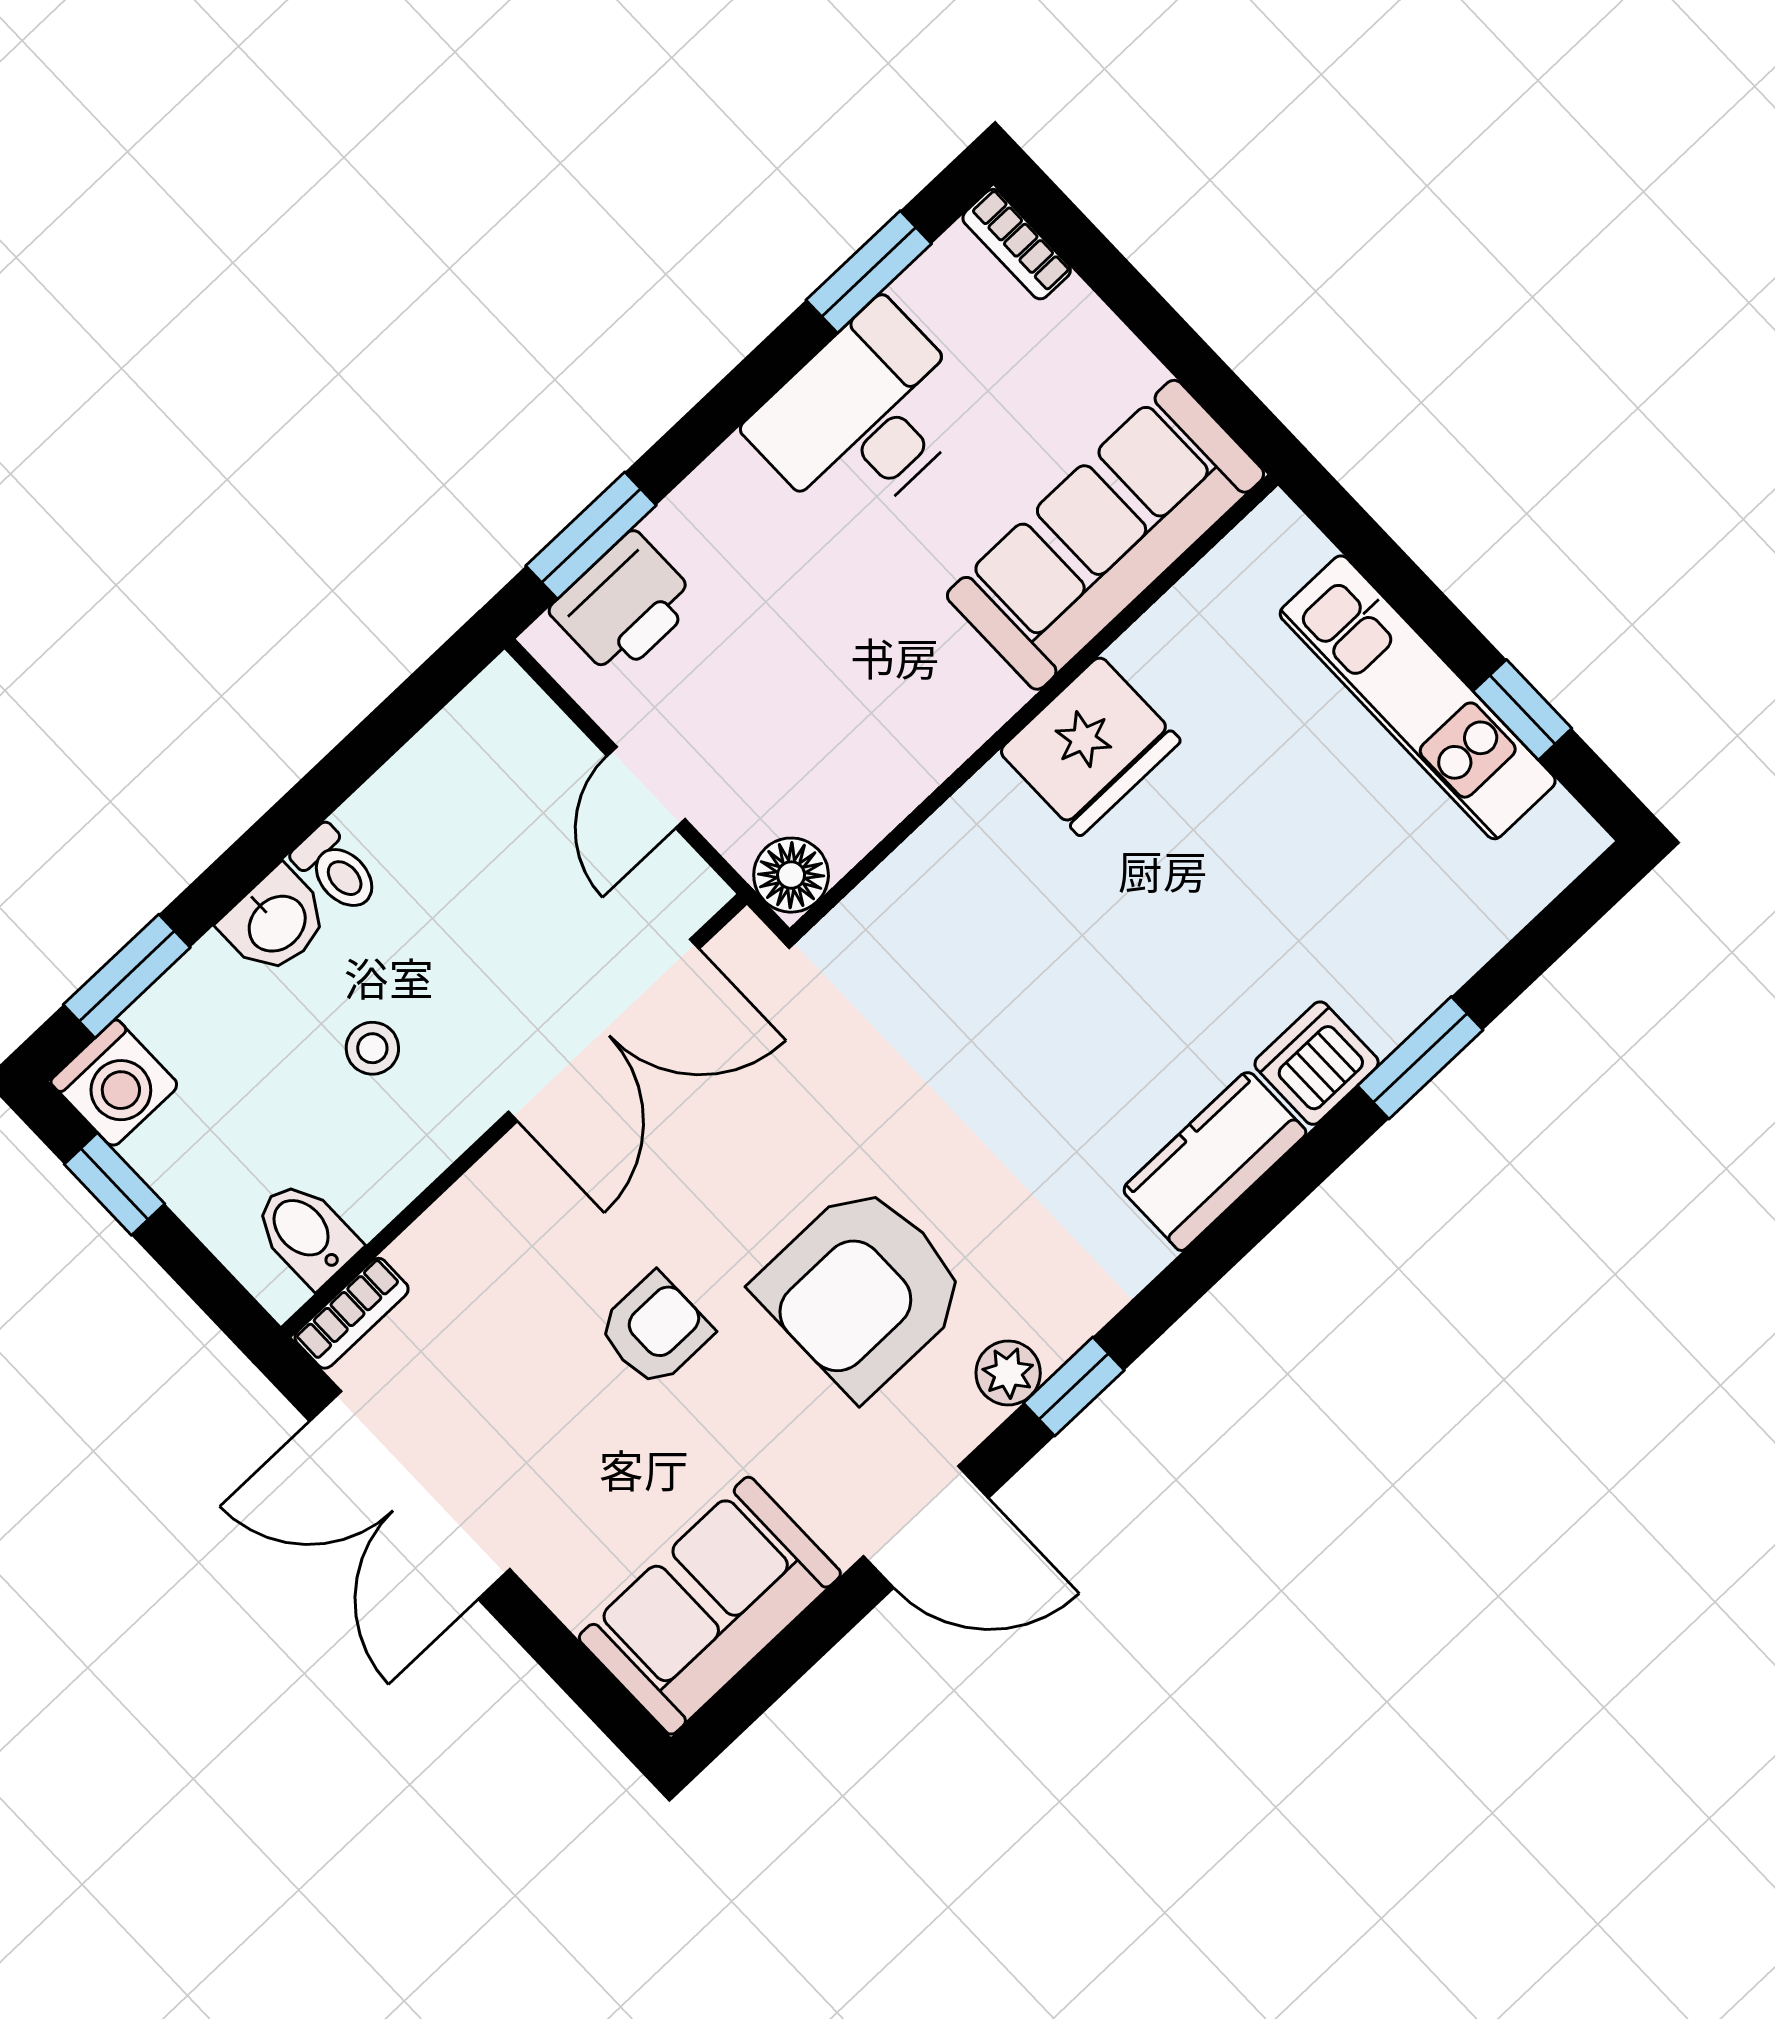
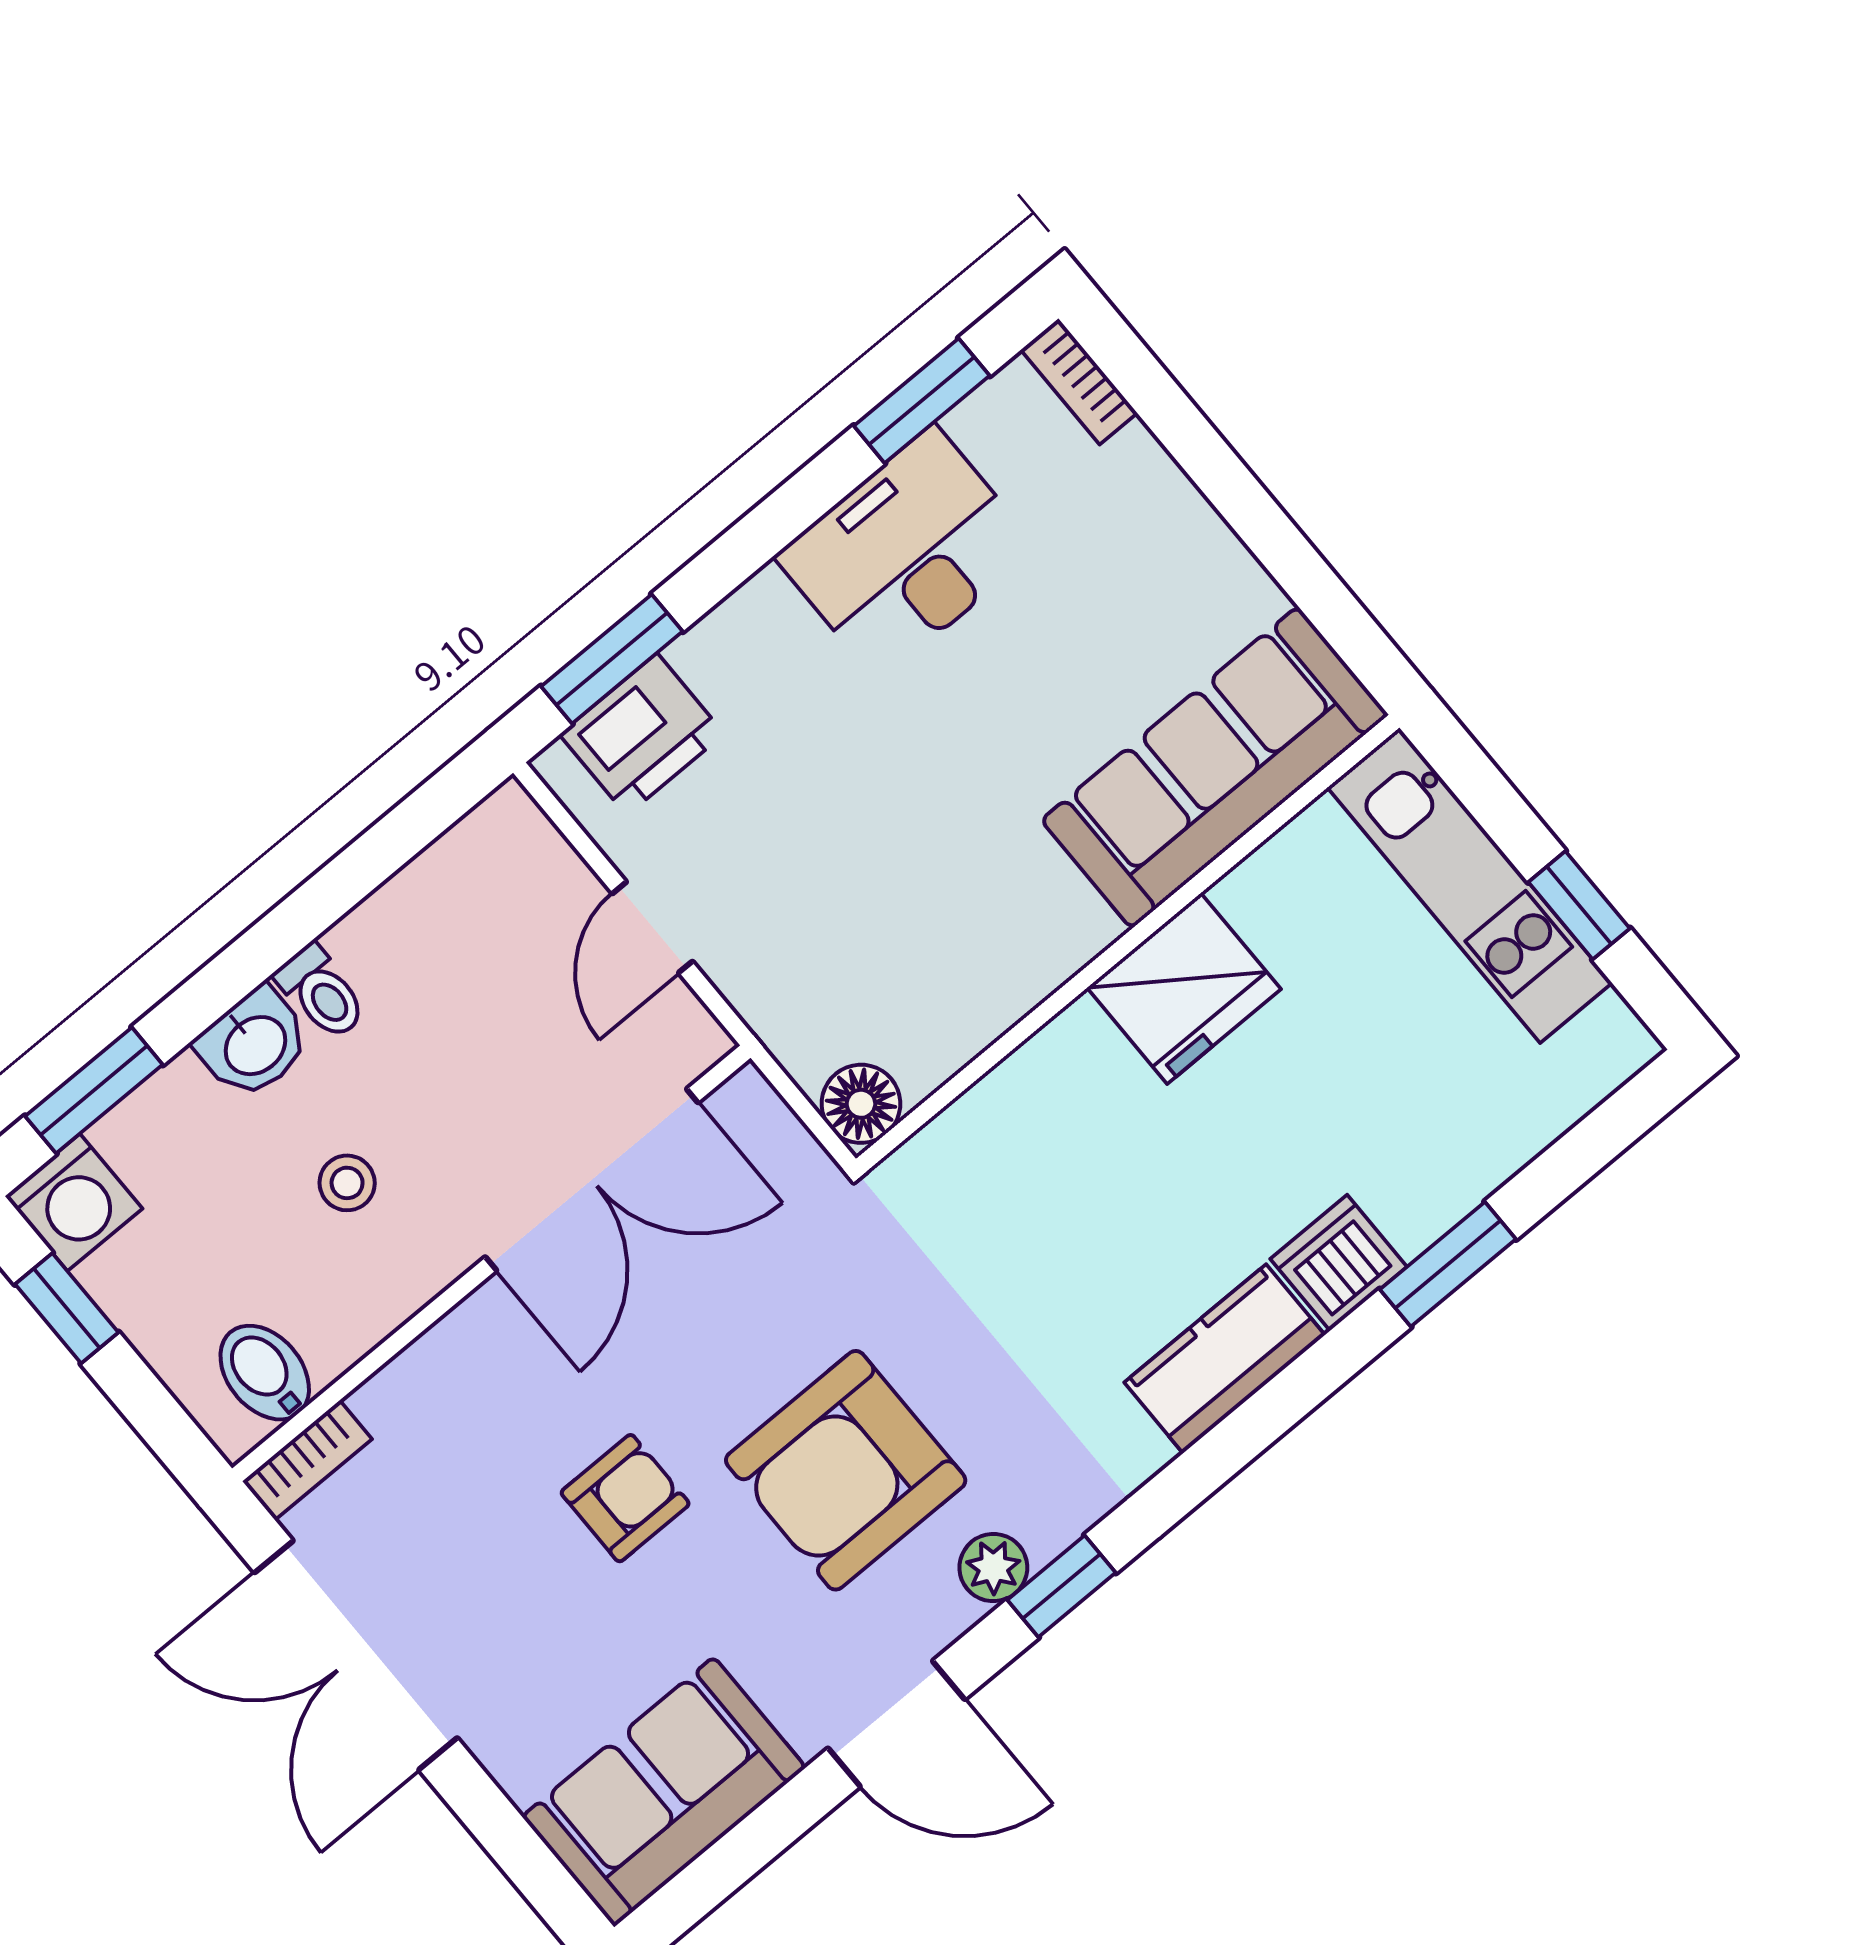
sofa: (1106, 535) -> (1215, 767), moved
wall: (1034, 707) -> (1128, 943), moved
fridge: (1090, 746) -> (1184, 988), moved
floor lamp: (791, 875) -> (861, 1104), moved

